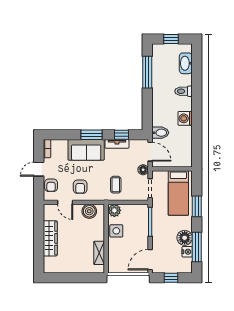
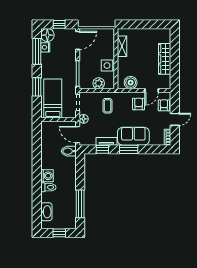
washing machine: (185, 118) -> (47, 176), moved
door: (65, 202) -> (152, 90), swing flipped
plant: (114, 210) -> (99, 83), moved
floor lamp: (185, 238) -> (47, 35), moved

